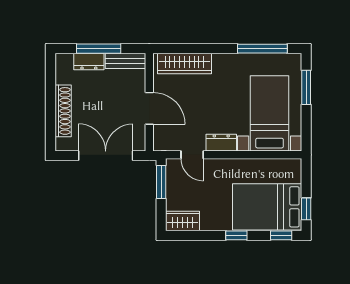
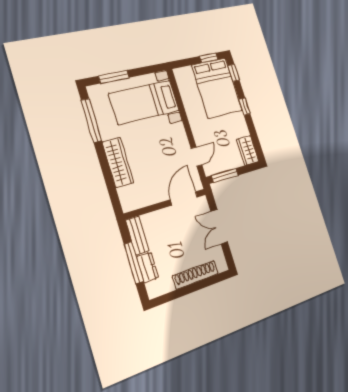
wardrobe: (184, 63) -> (118, 162), moved
door: (149, 108) -> (184, 198), moved
dresser: (221, 143) -> (180, 136), removed
double door: (106, 156) -> (219, 227), width x0.73

